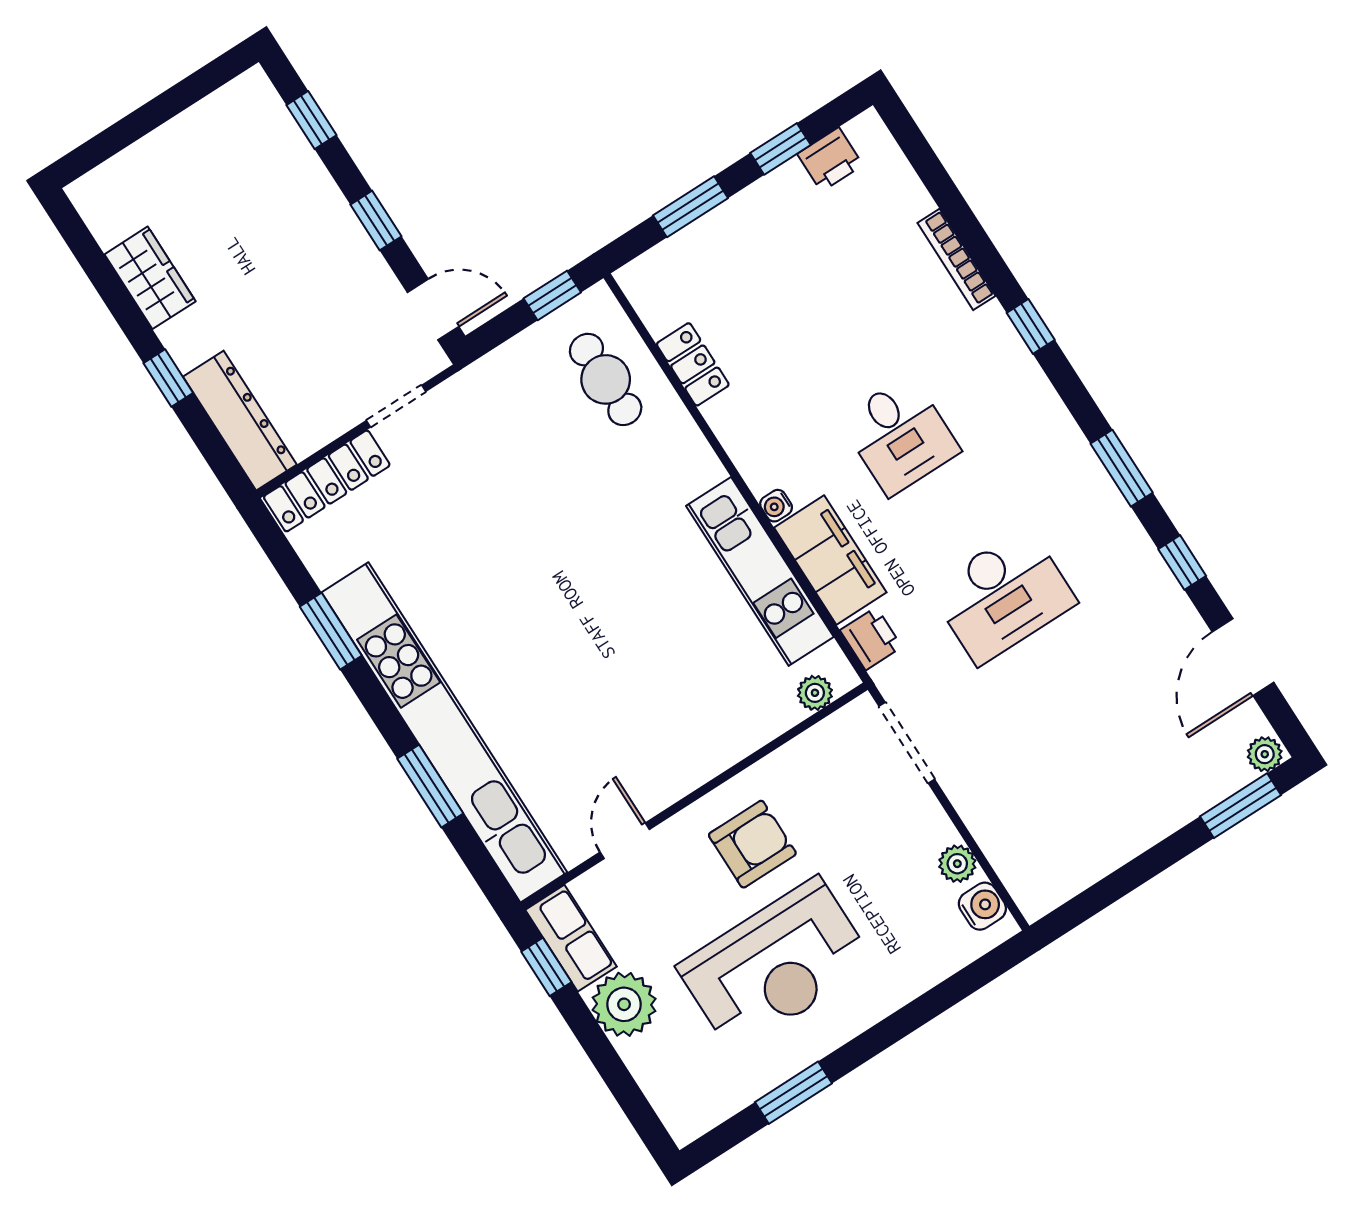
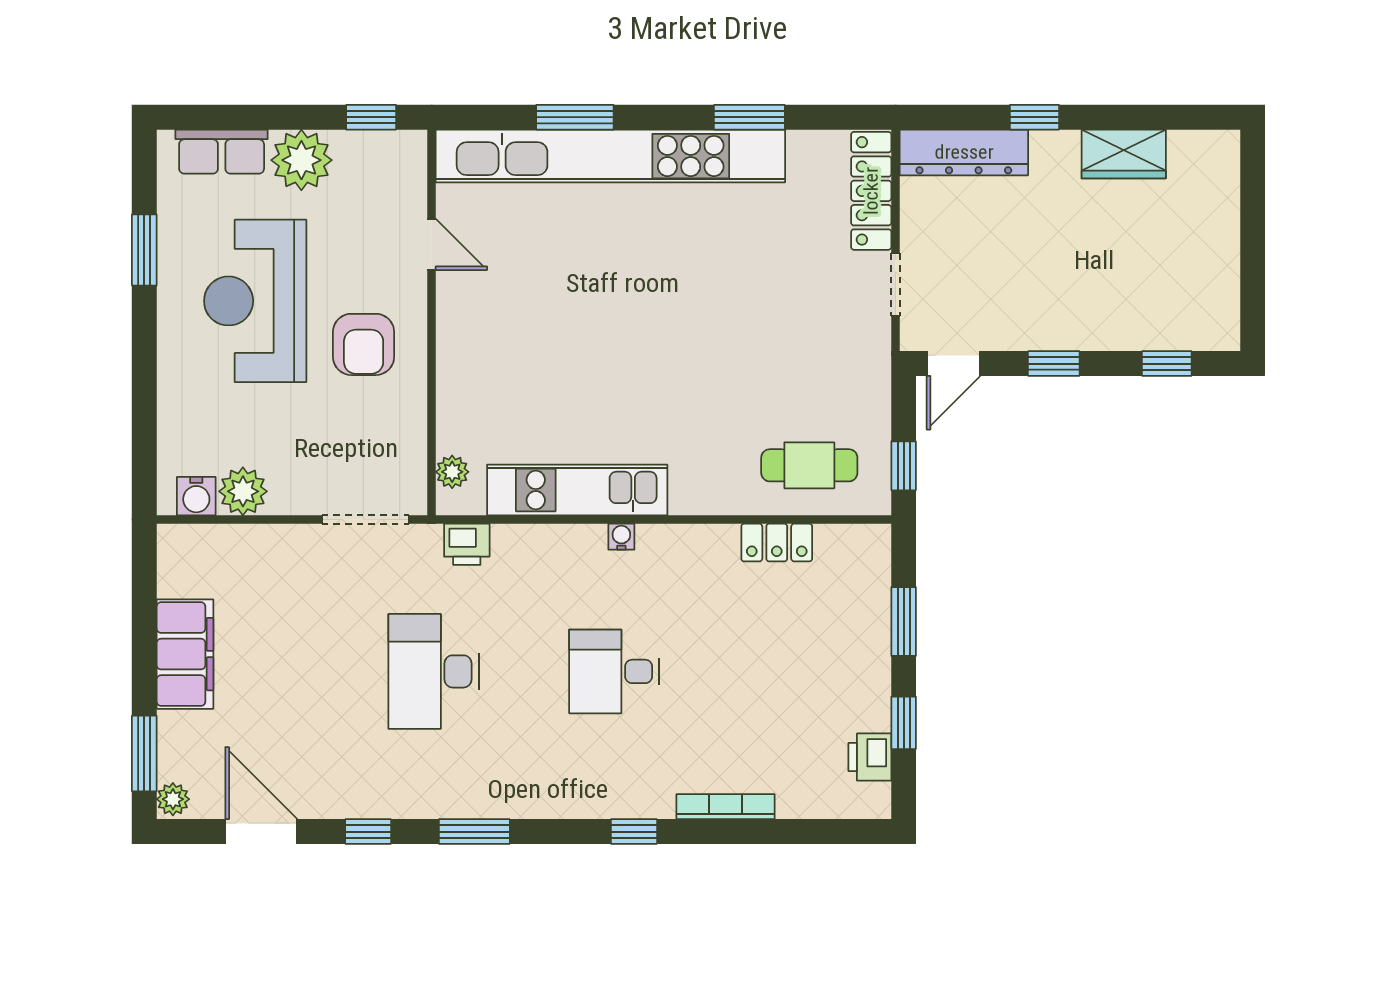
filing cabinet: (830, 560) -> (185, 654), moved, turned -90
plant: (957, 864) -> (243, 491), width x1.38, depth x1.38
row of seats: (571, 938) -> (222, 152), moved

